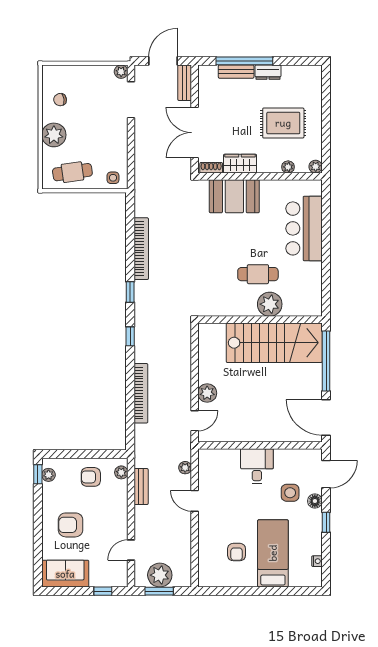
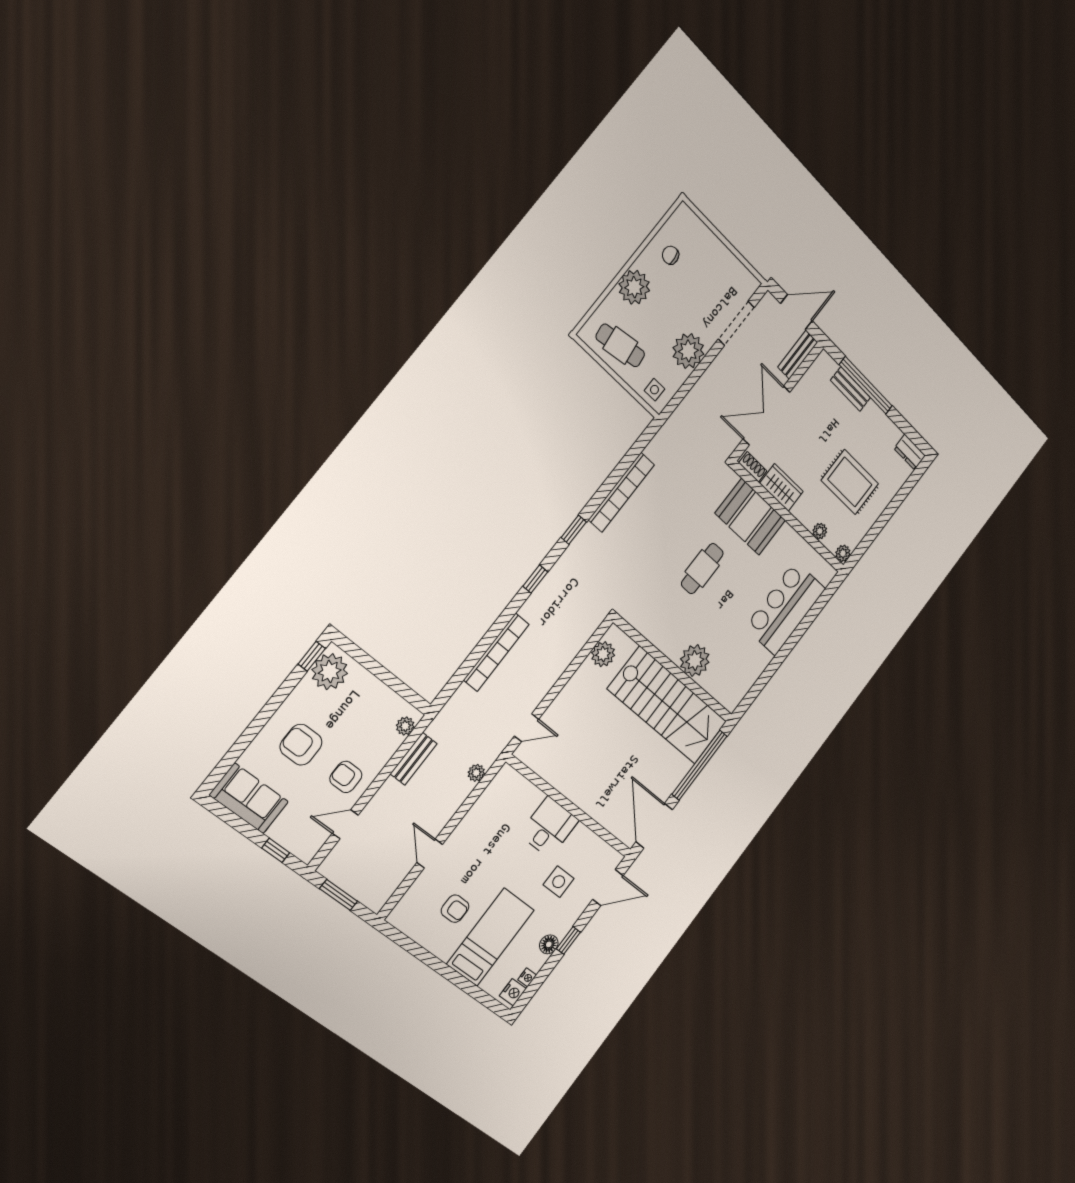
plant: (121, 72) -> (688, 351), moved, width x1.88, depth x1.88
dresser: (268, 72) -> (910, 452), moved
cafe table: (258, 274) -> (702, 569), moved, turned 90
plant: (207, 393) -> (603, 654), moved
plant: (49, 475) -> (330, 672), width x1.88, depth x1.88
armchair: (91, 477) -> (346, 777), moved
door: (195, 501) -> (430, 853), moved
floor lamp: (315, 501) -> (549, 944), moved
armchair: (237, 552) -> (455, 909), turned -90
plant: (160, 575) -> (354, 877), removed
nightstand: (315, 576) -> (513, 992), added

